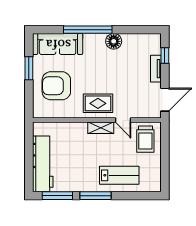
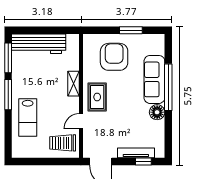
sofa: (58, 44) -> (154, 79), moved
tv unit: (156, 69) -> (136, 153), width x1.41
shelving: (101, 128) -> (74, 84), moved

